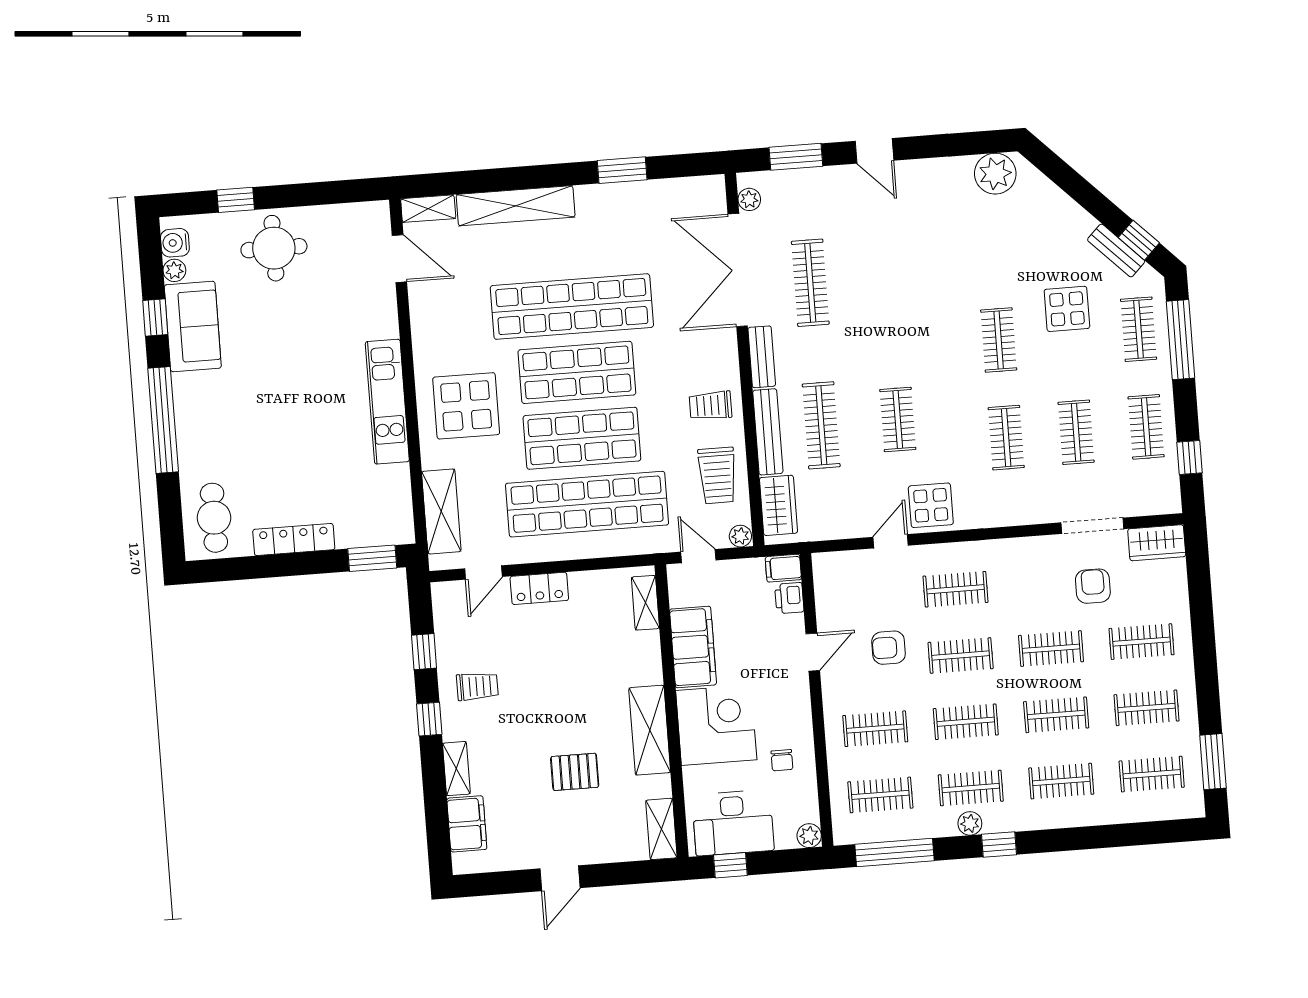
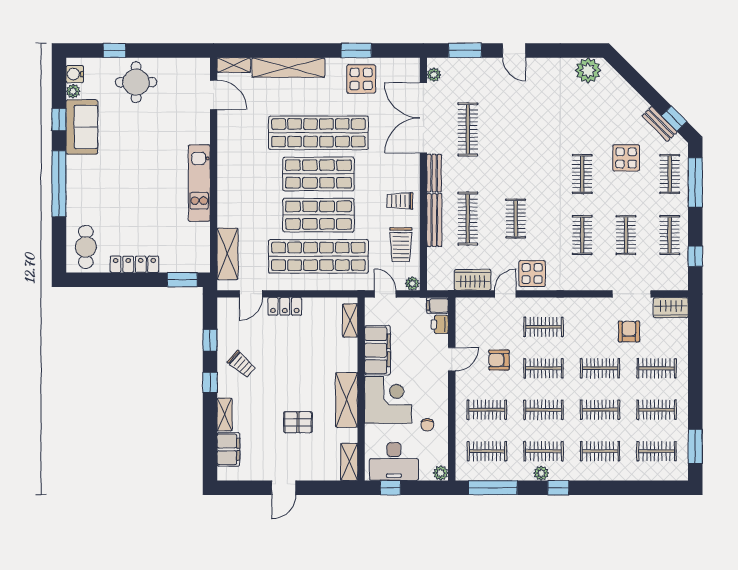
display table: (466, 406) -> (361, 79), moved, width x0.73, depth x0.73
wardrobe: (779, 505) -> (473, 280), moved, turned -90
trolley: (477, 686) -> (242, 364), turned 42

